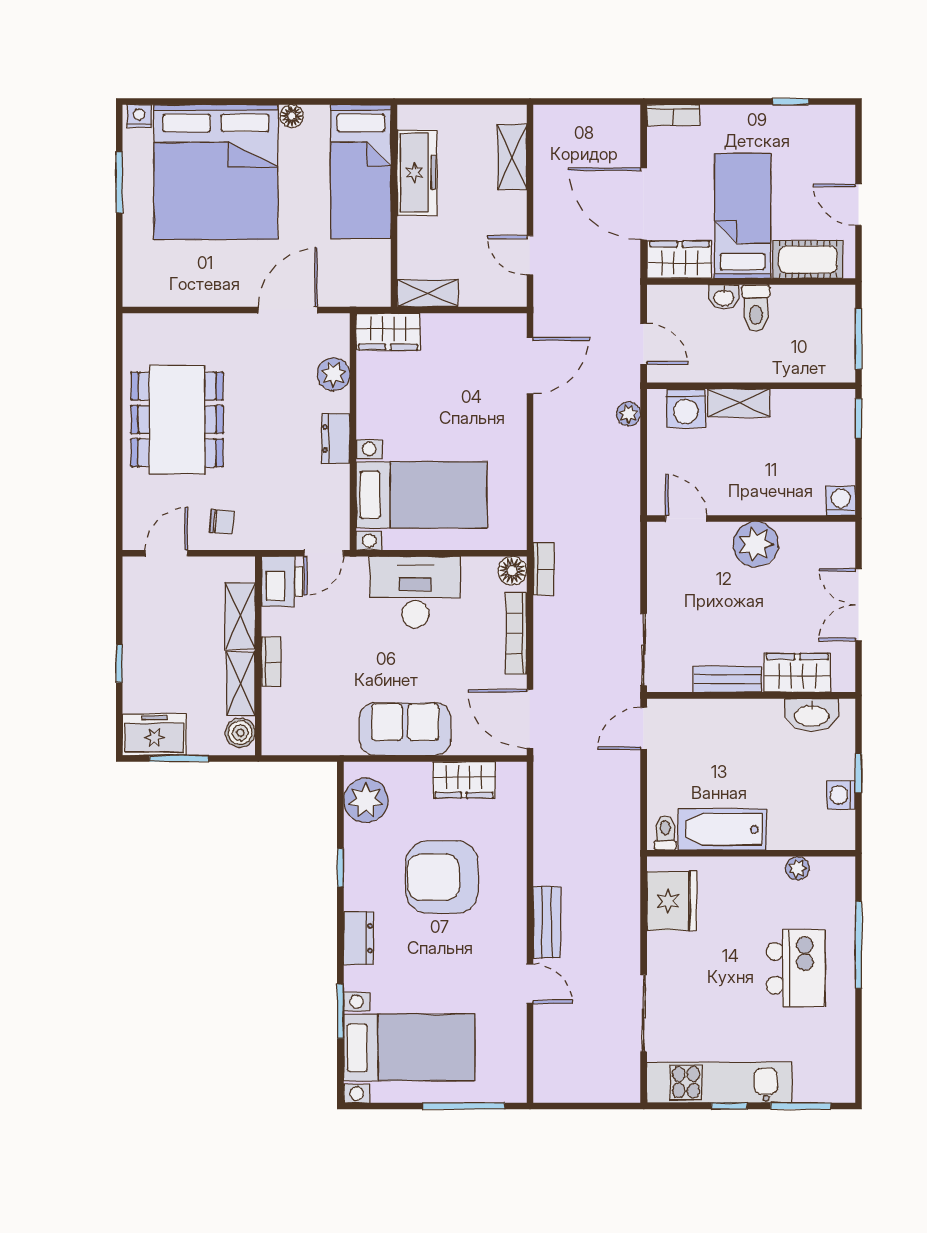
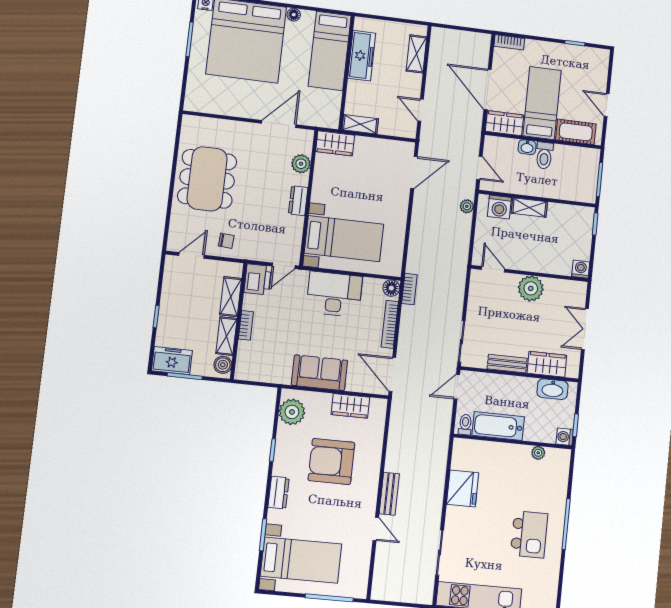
bathtub: (723, 829) -> (498, 426), moved
toilet: (665, 833) -> (465, 425), moved
wall: (751, 853) -> (513, 442), moved
plant: (797, 868) -> (538, 453), moved

